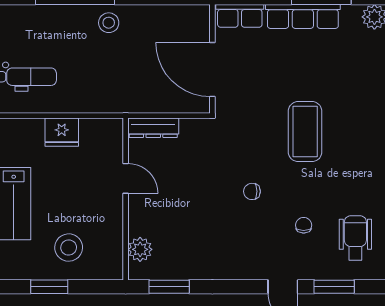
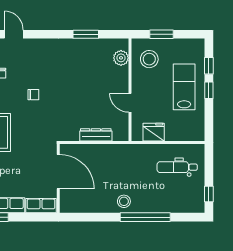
door: (126, 178) -> (130, 103), moved
wall: (126, 199) -> (130, 90), moved
plant: (140, 249) -> (121, 58), moved

